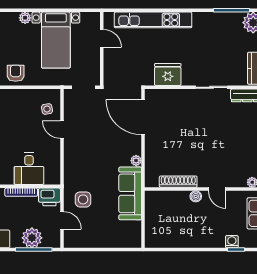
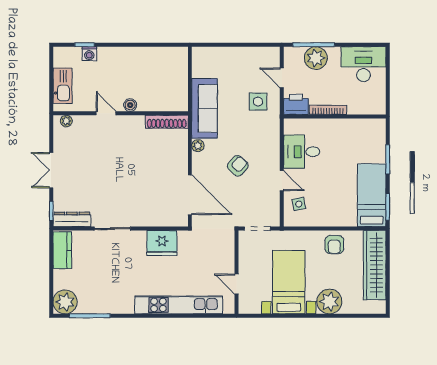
plant: (25, 18) -> (329, 302), width x1.88, depth x1.88
armchair: (101, 143) -> (238, 166), added
desk: (29, 169) -> (302, 152), moved, turned -90
shoe rack: (178, 182) -> (167, 122), moved

